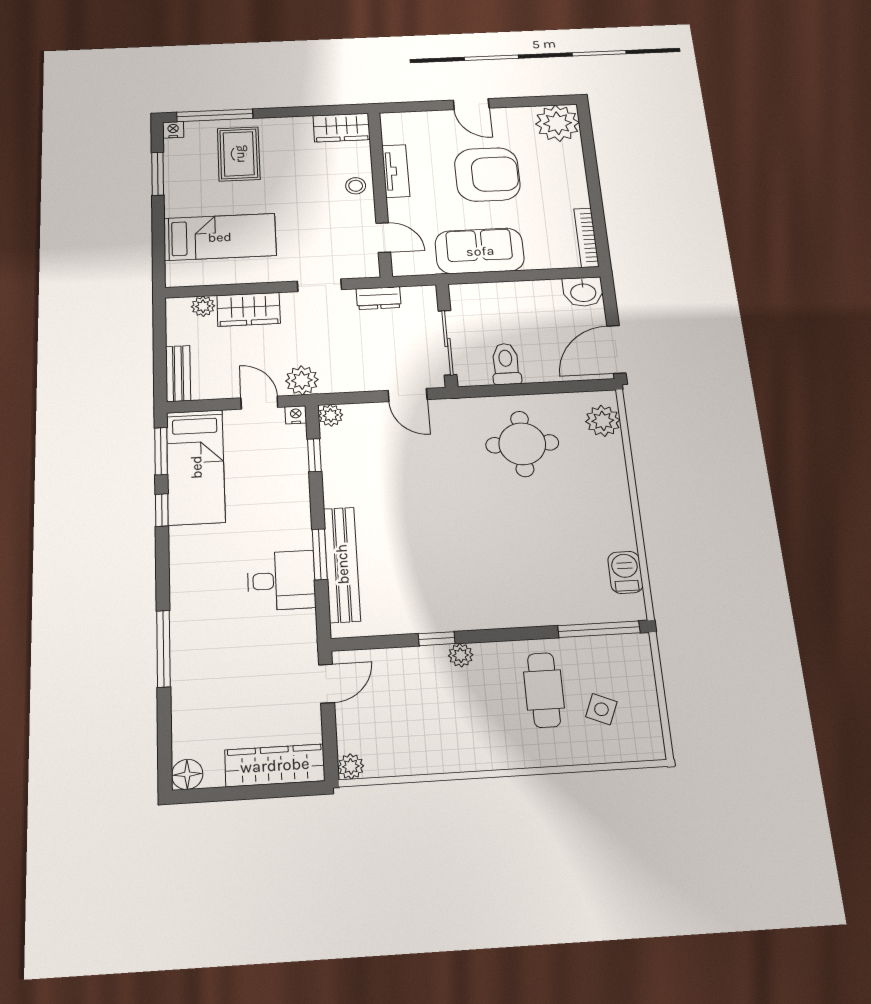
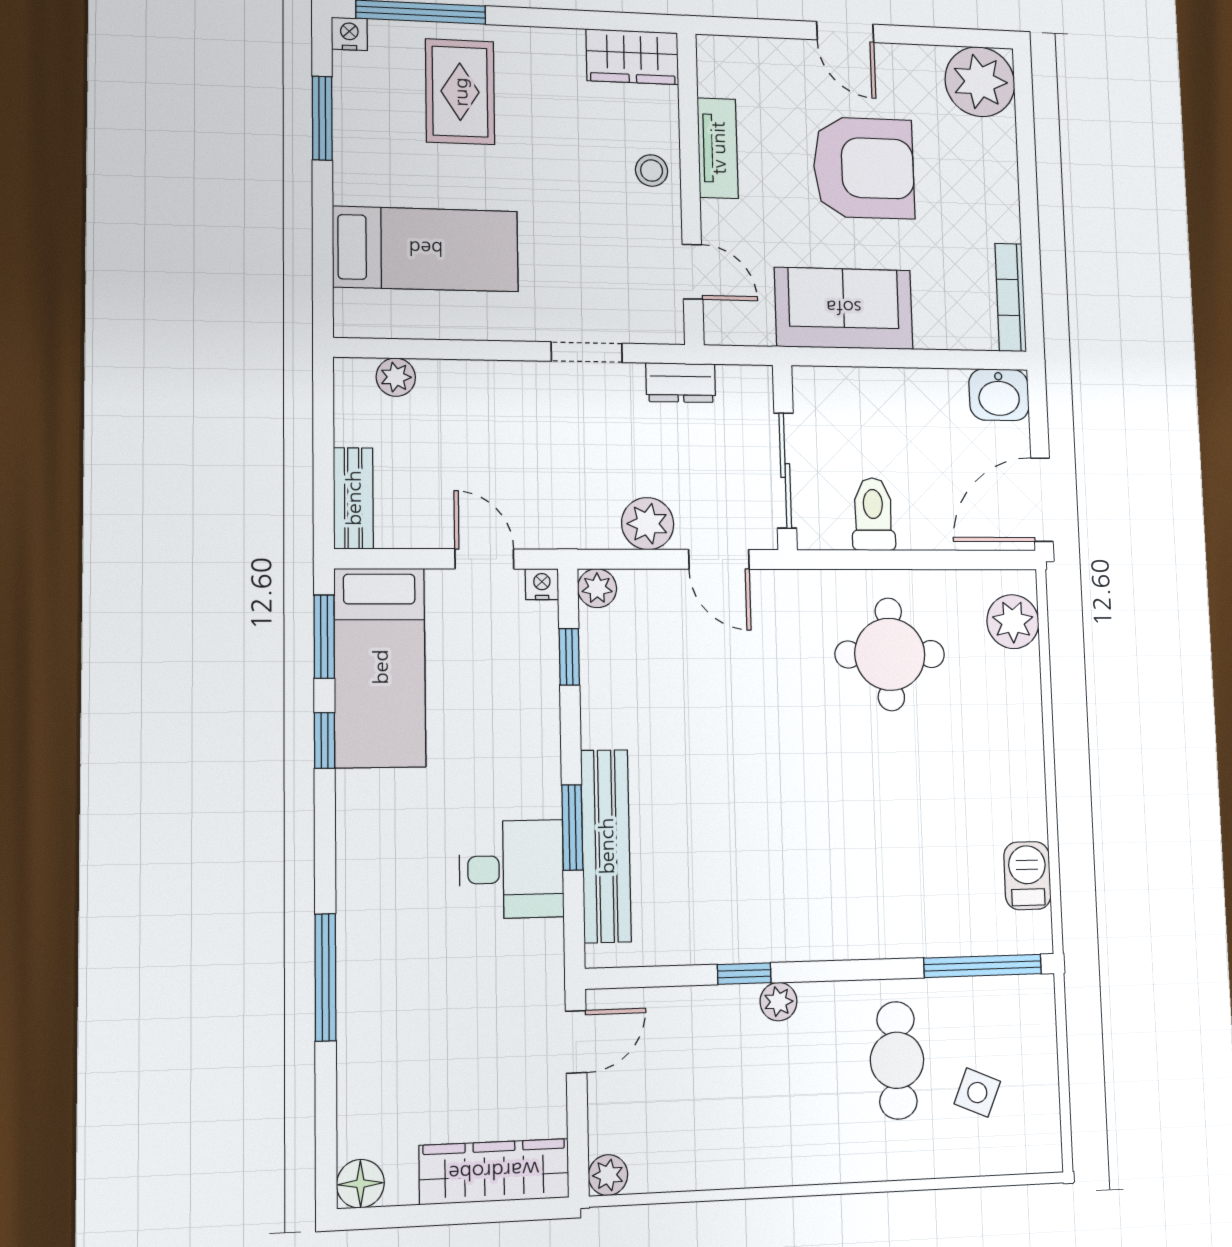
wardrobe: (249, 309) -> (470, 388), removed
plant: (302, 380) -> (648, 524), moved

